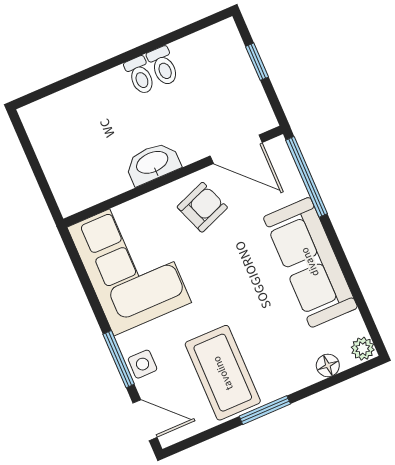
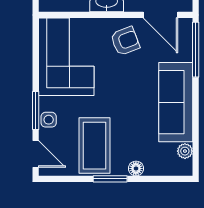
plant: (363, 349) -> (185, 151), moved
floor lamp: (328, 365) -> (136, 168), moved

